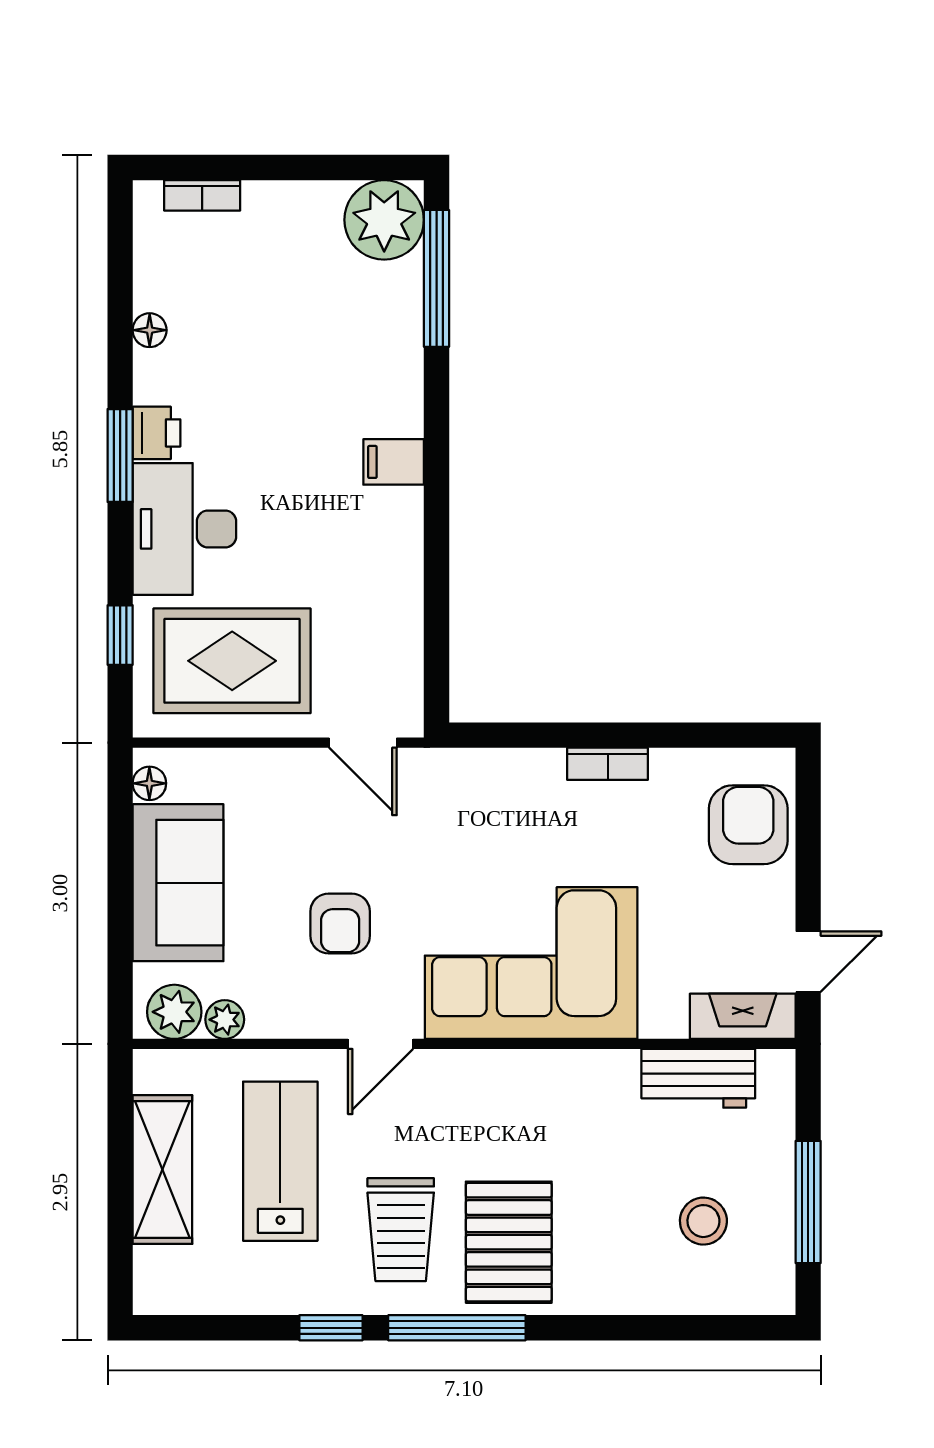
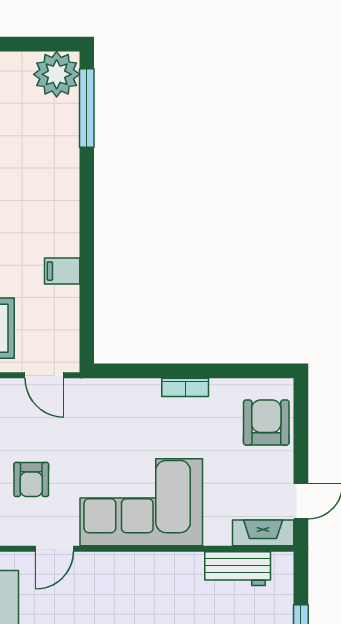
filing cabinet: (394, 462) -> (62, 271), moved

